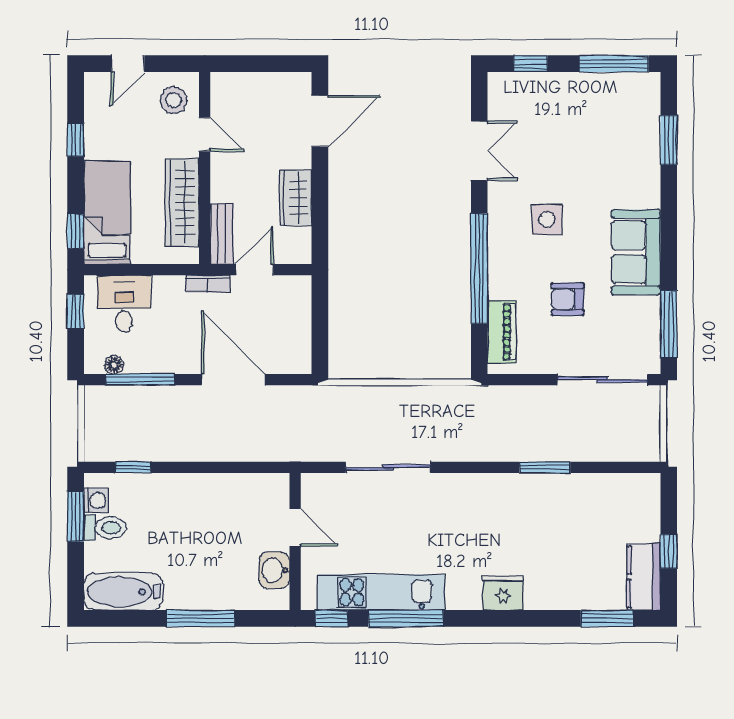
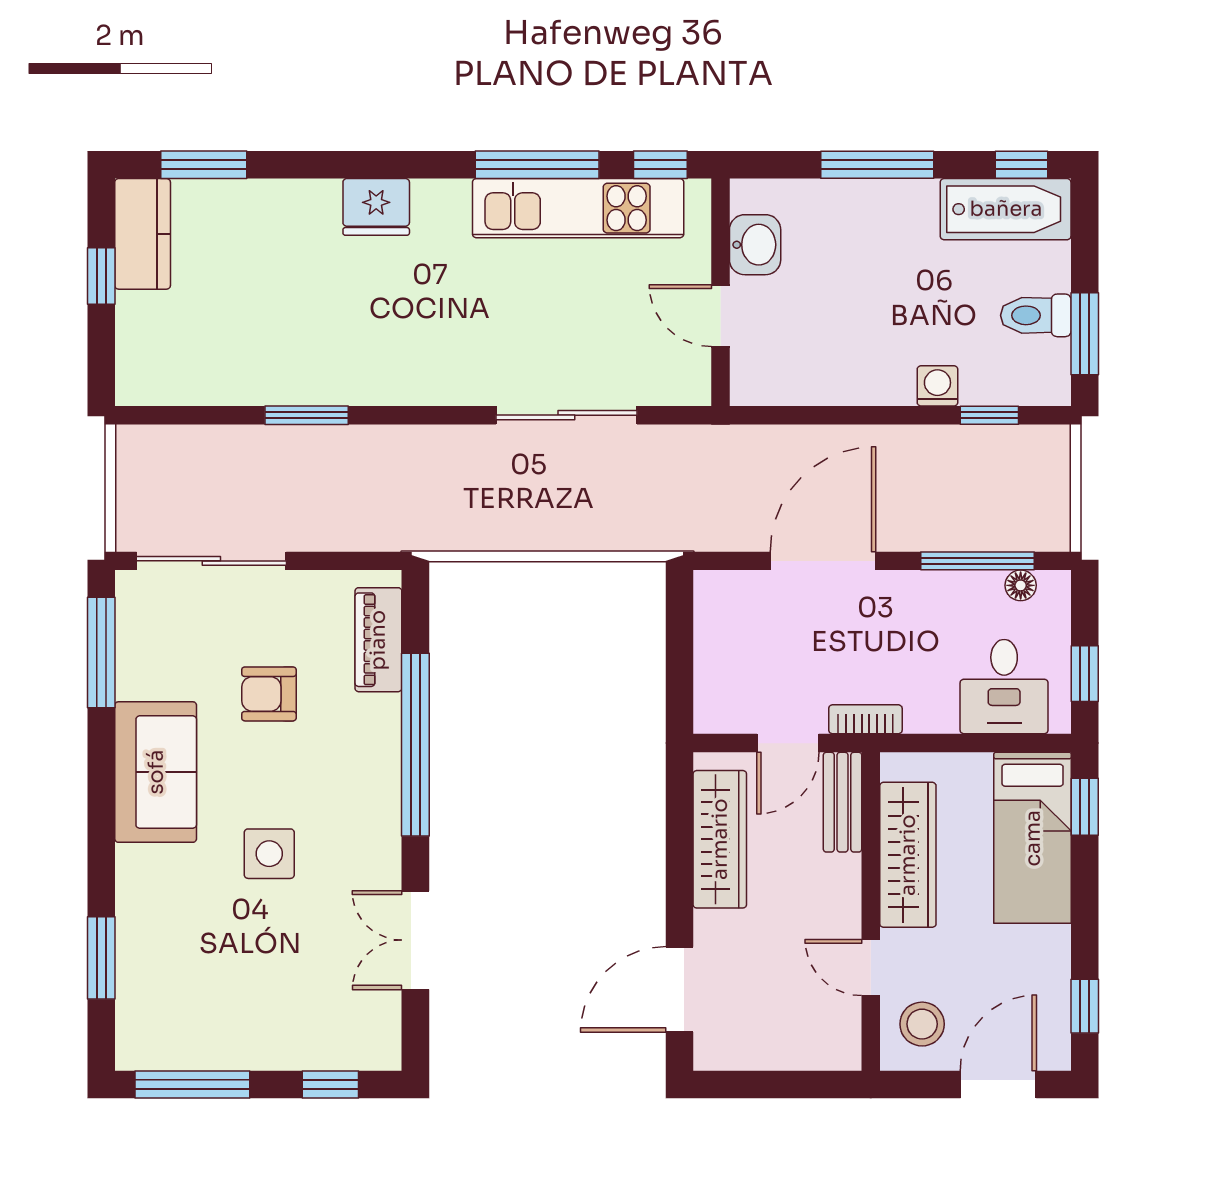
door: (128, 64) -> (998, 1085), width x1.37
window: (76, 140) -> (1085, 1006), moved
wardrobe: (296, 198) -> (720, 839), width x1.50
side table: (547, 219) -> (269, 854), moved
armchair: (568, 299) -> (269, 694), turned 180
door: (233, 380) -> (823, 561), swing flipped
washing machine: (96, 500) -> (937, 386), moved, turned 90
window: (114, 618) -> (1022, 165), added

